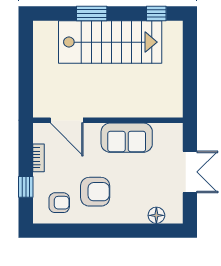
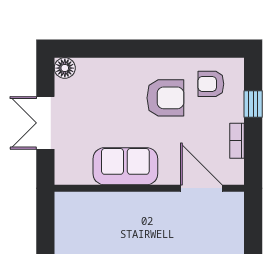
armchair: (95, 192) -> (165, 98), turned 180
floor lamp: (156, 215) -> (65, 68), moved

